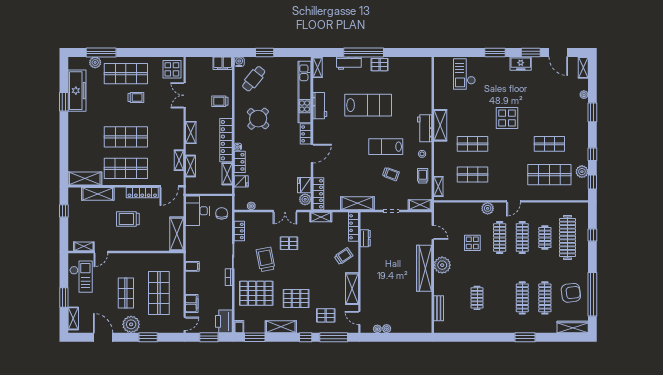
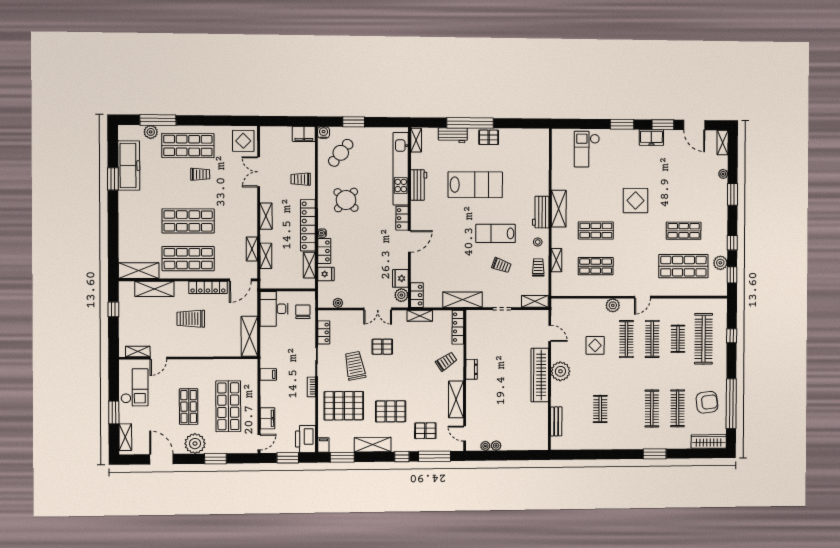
shelving: (438, 186) -> (556, 260), moved
locker: (318, 194) -> (417, 295), width x0.66
dresser: (365, 238) -> (472, 369), moved

